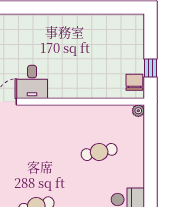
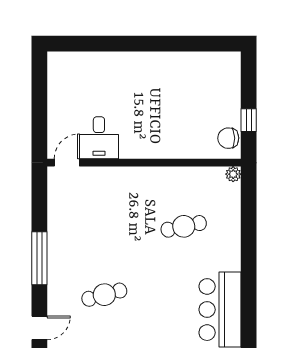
chair: (134, 82) -> (228, 138), turned -91

